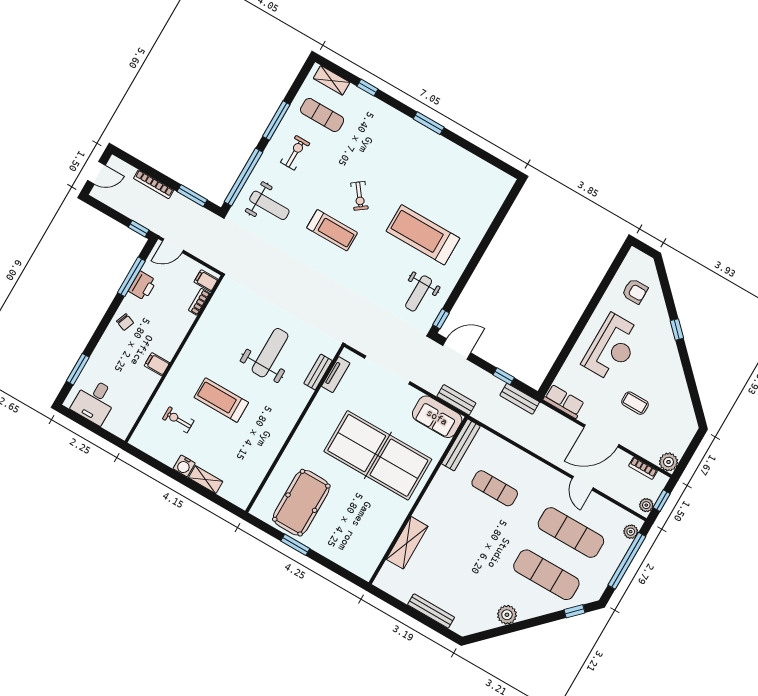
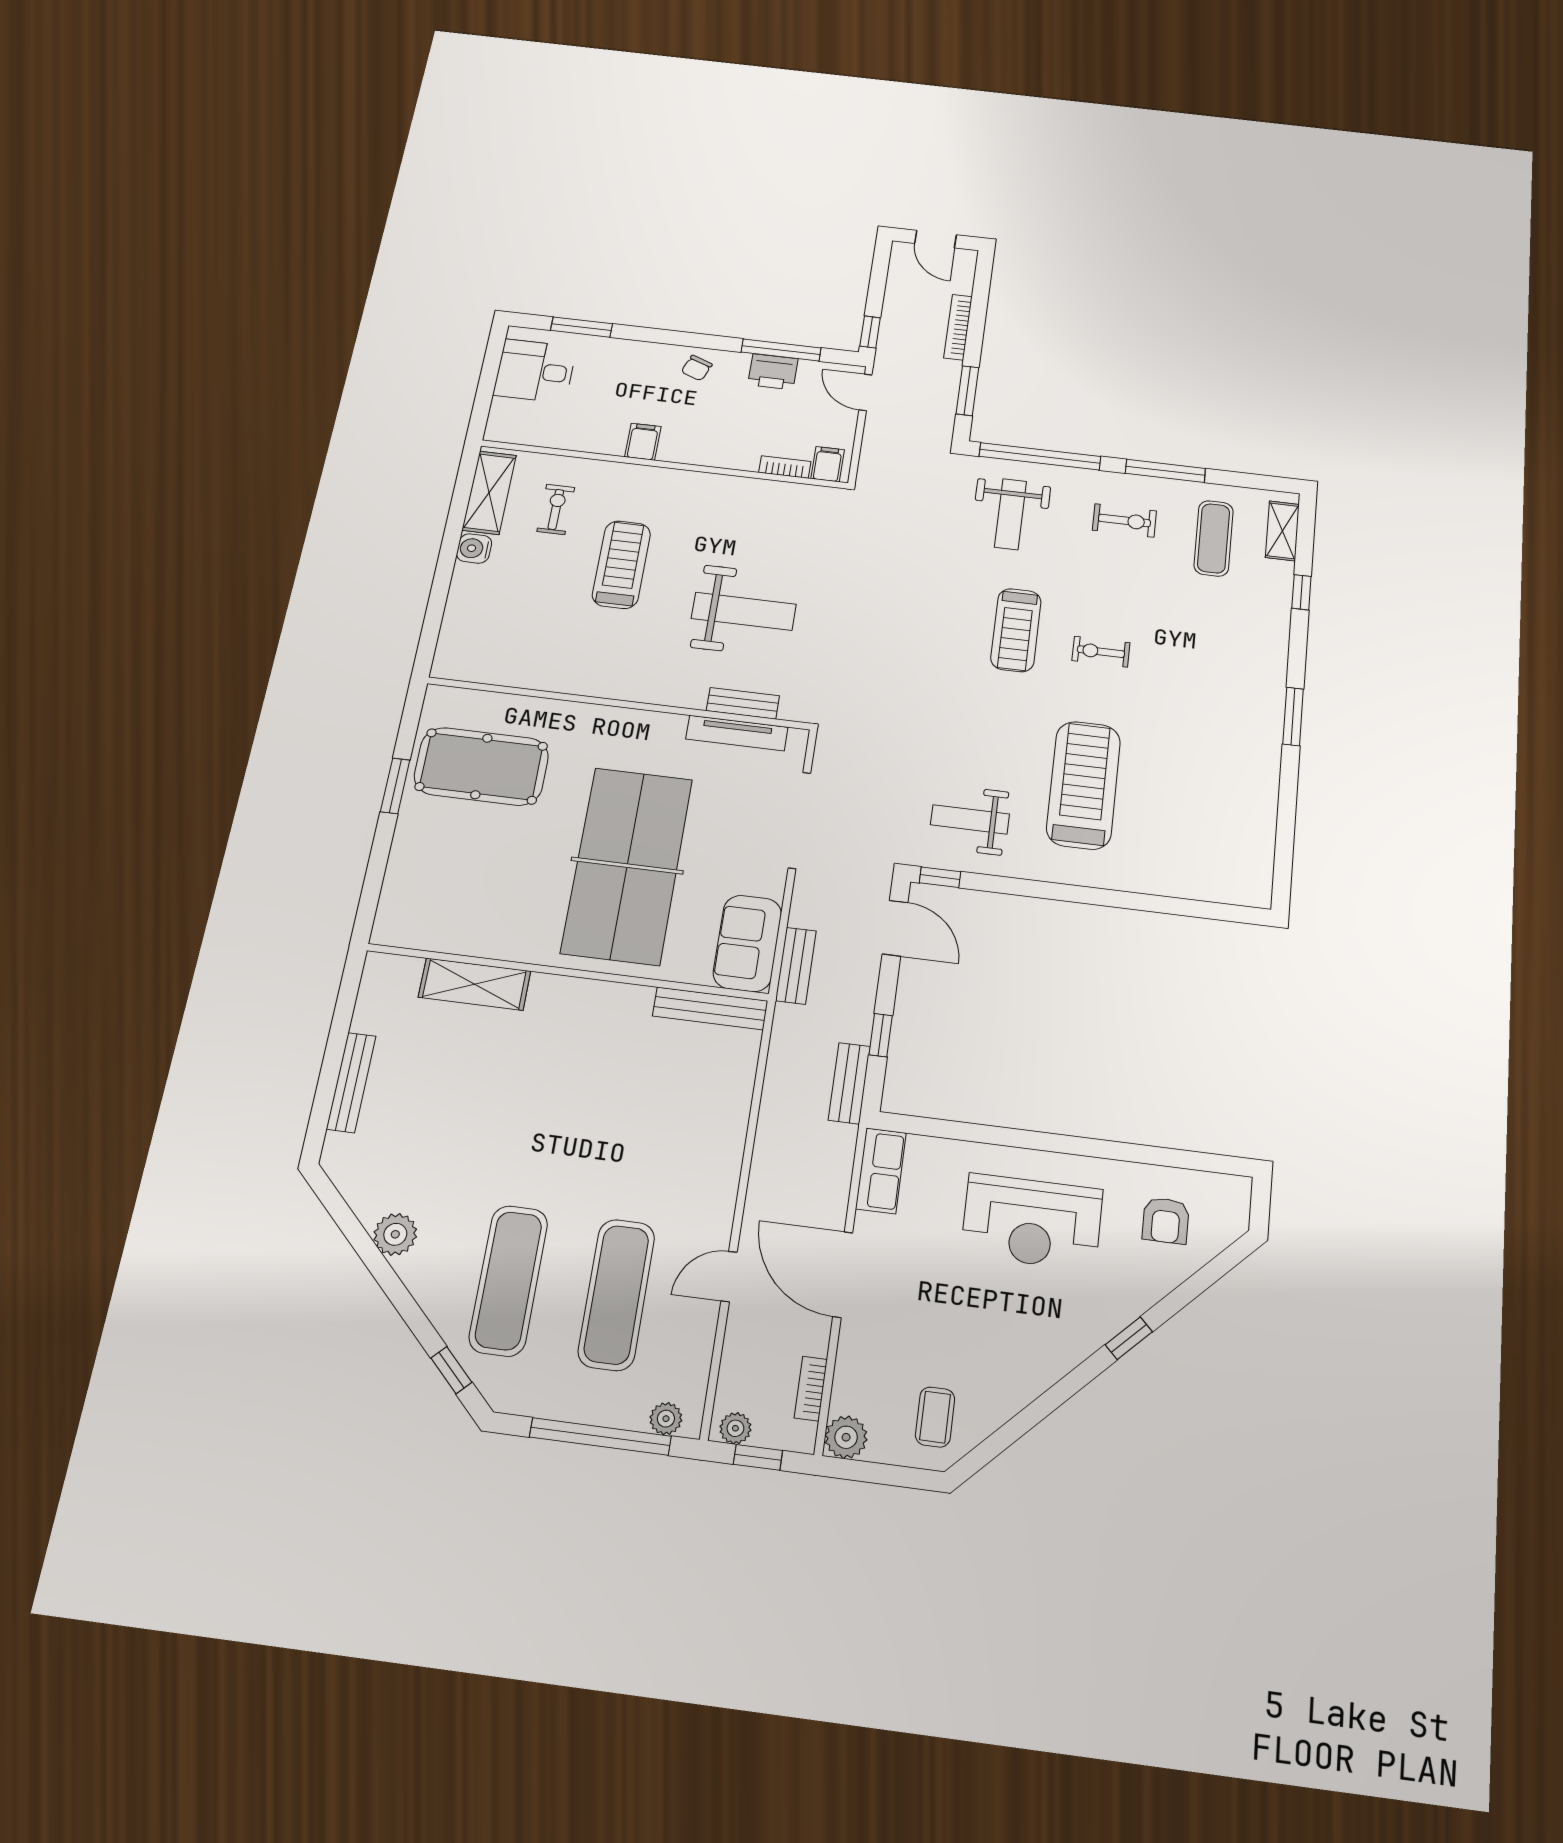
exercise bike: (359, 196) -> (1101, 652), turned 37
tv unit: (336, 375) -> (737, 733), width x1.41
coffee table: (635, 403) -> (935, 1417), moved
shelving: (206, 480) -> (489, 493), moved, width x1.50, depth x1.33
exercise mat: (495, 488) -> (649, 1107), removed

